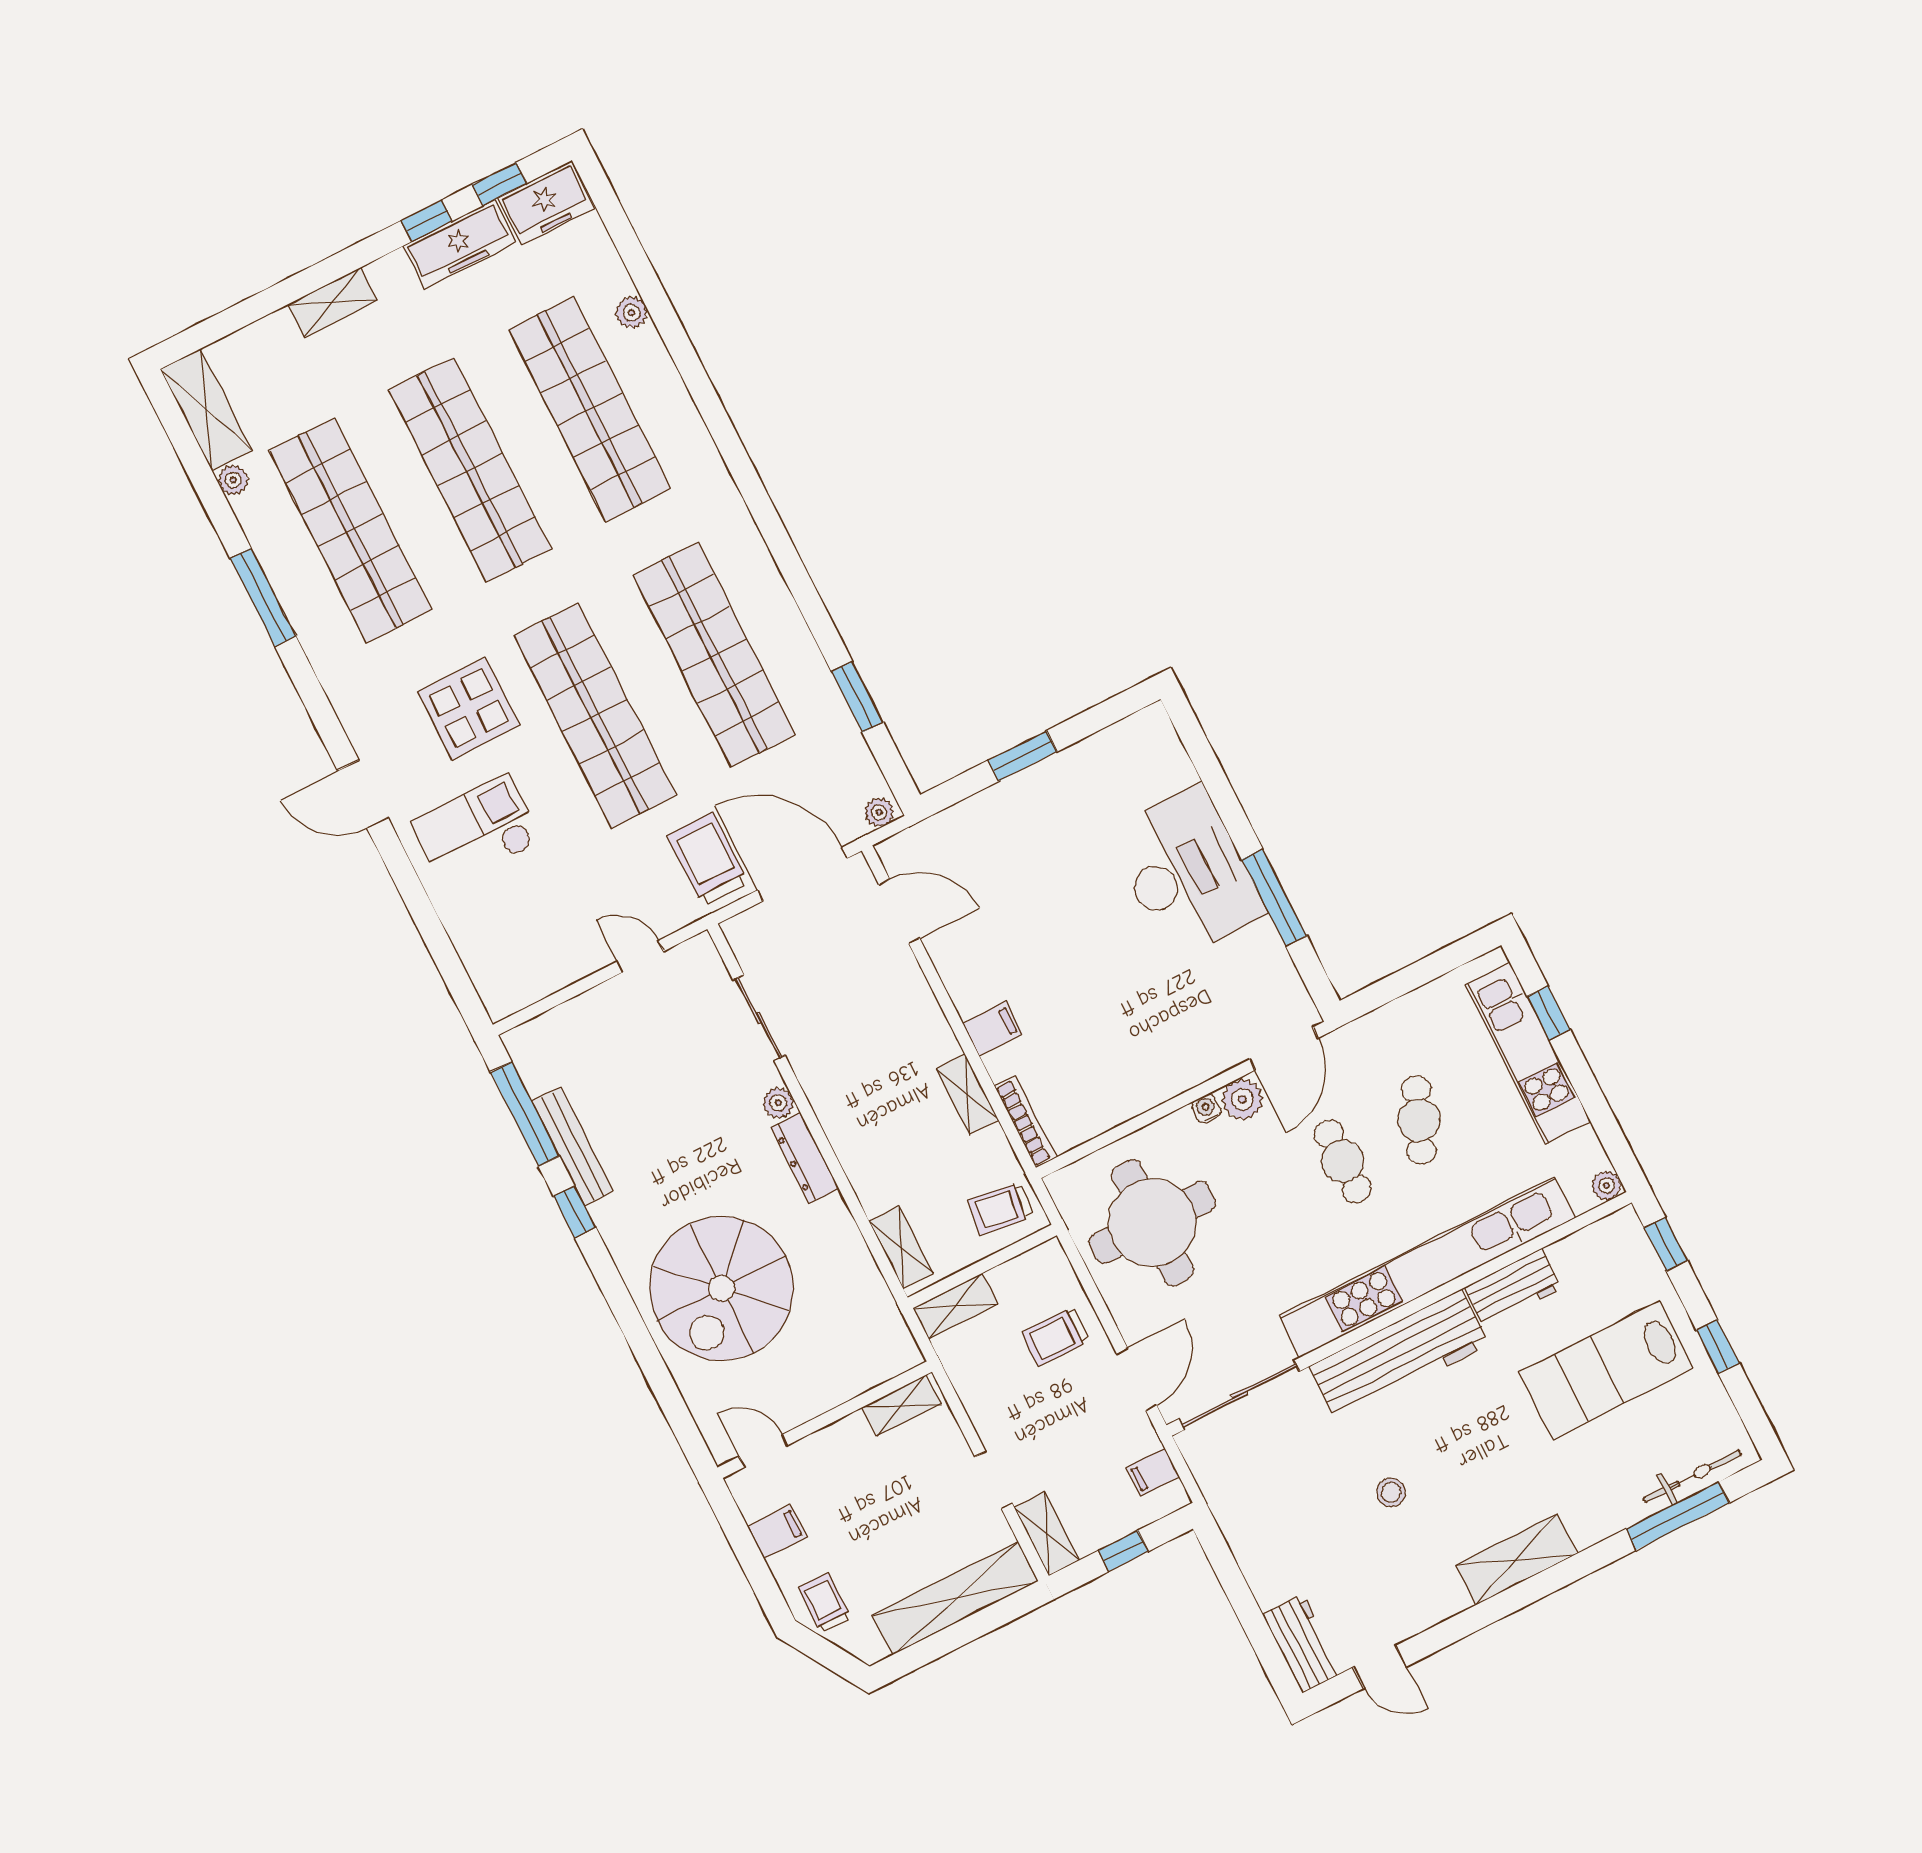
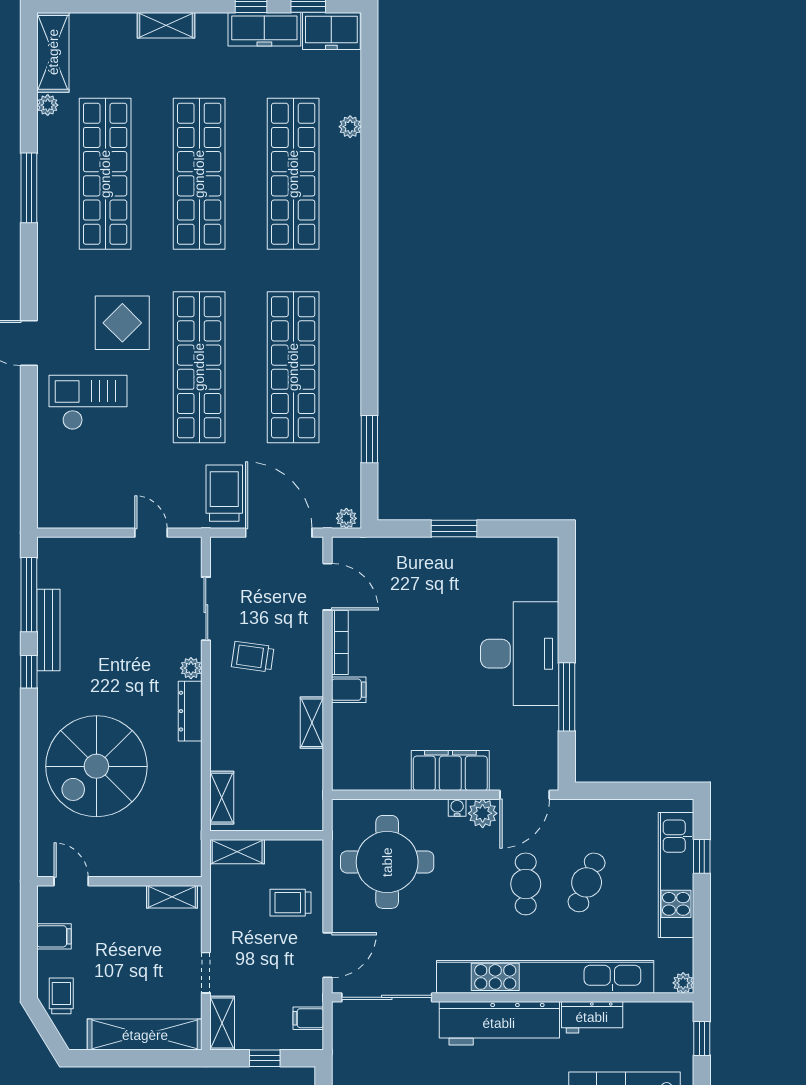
filing cabinet: (1174, 1066) -> (450, 771), added
bookcase: (1026, 1122) -> (340, 642), moved
trolley: (1001, 1208) -> (253, 657), moved

